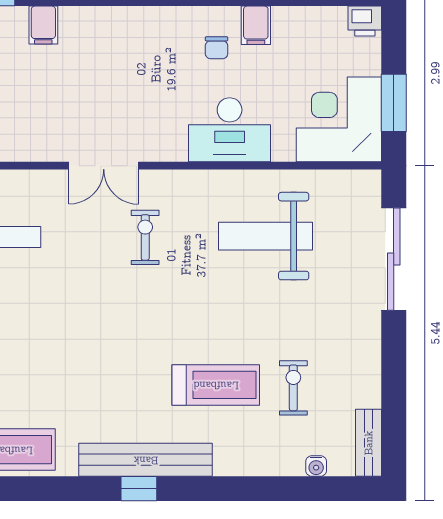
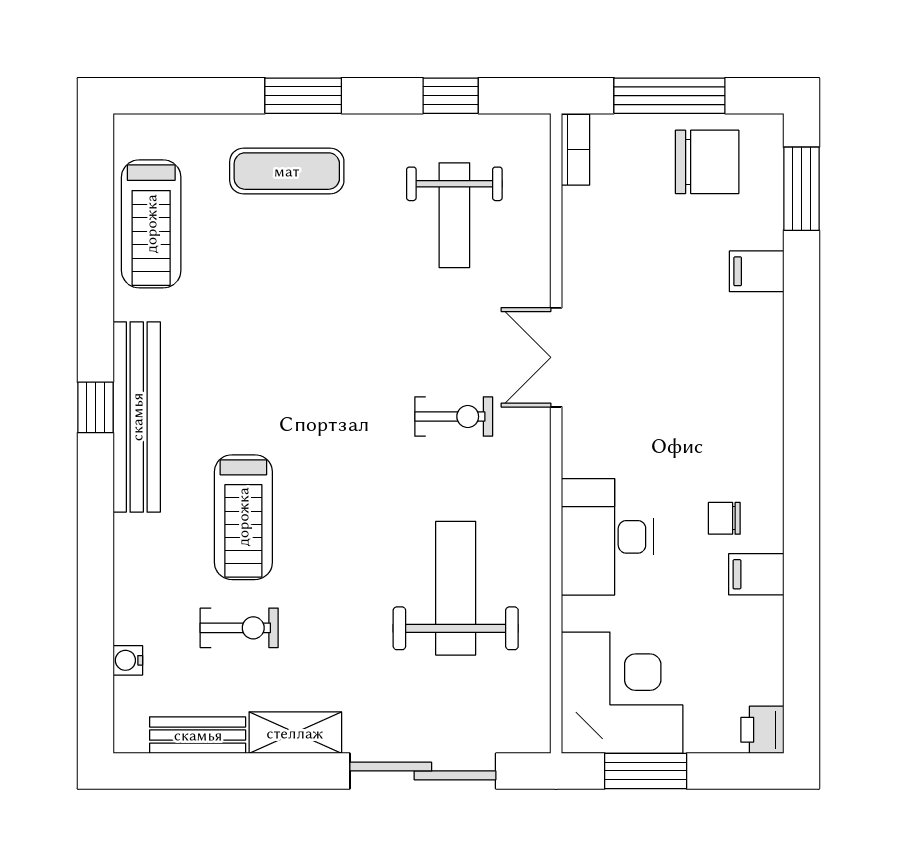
shelving: (367, 349) -> (295, 733), added
bench: (369, 443) -> (198, 735), moved

